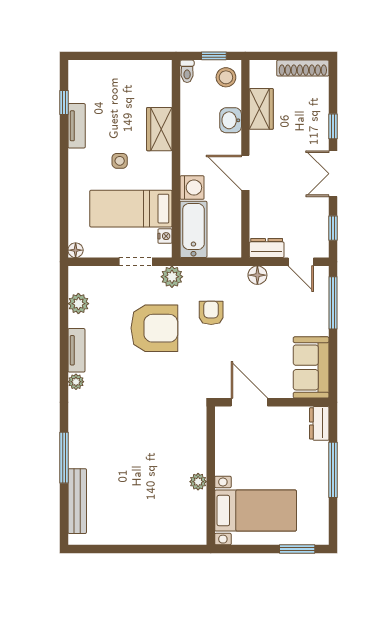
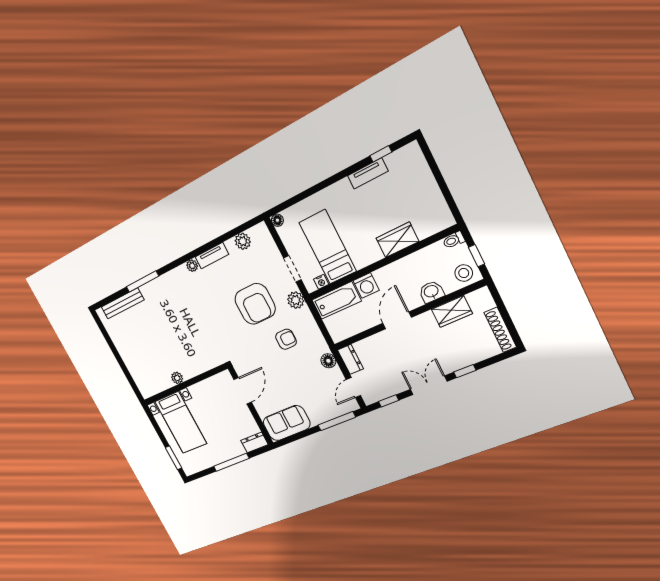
side table: (120, 161) -> (358, 221), removed

